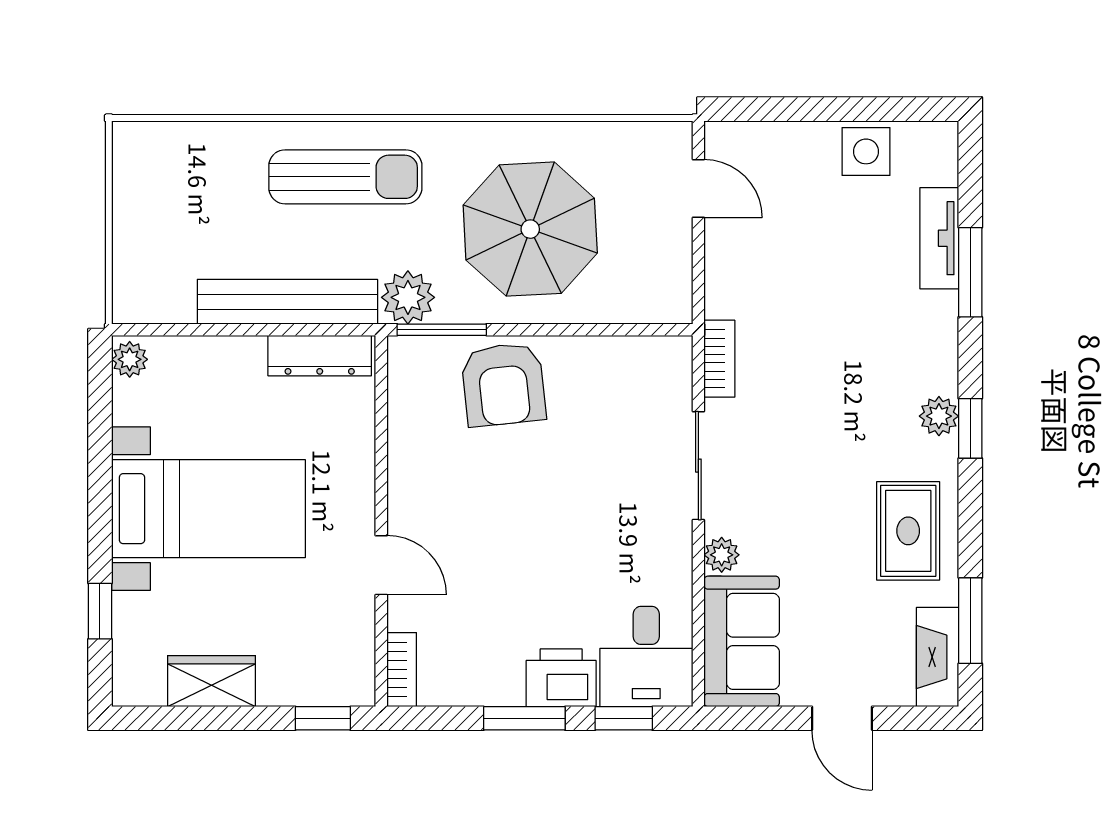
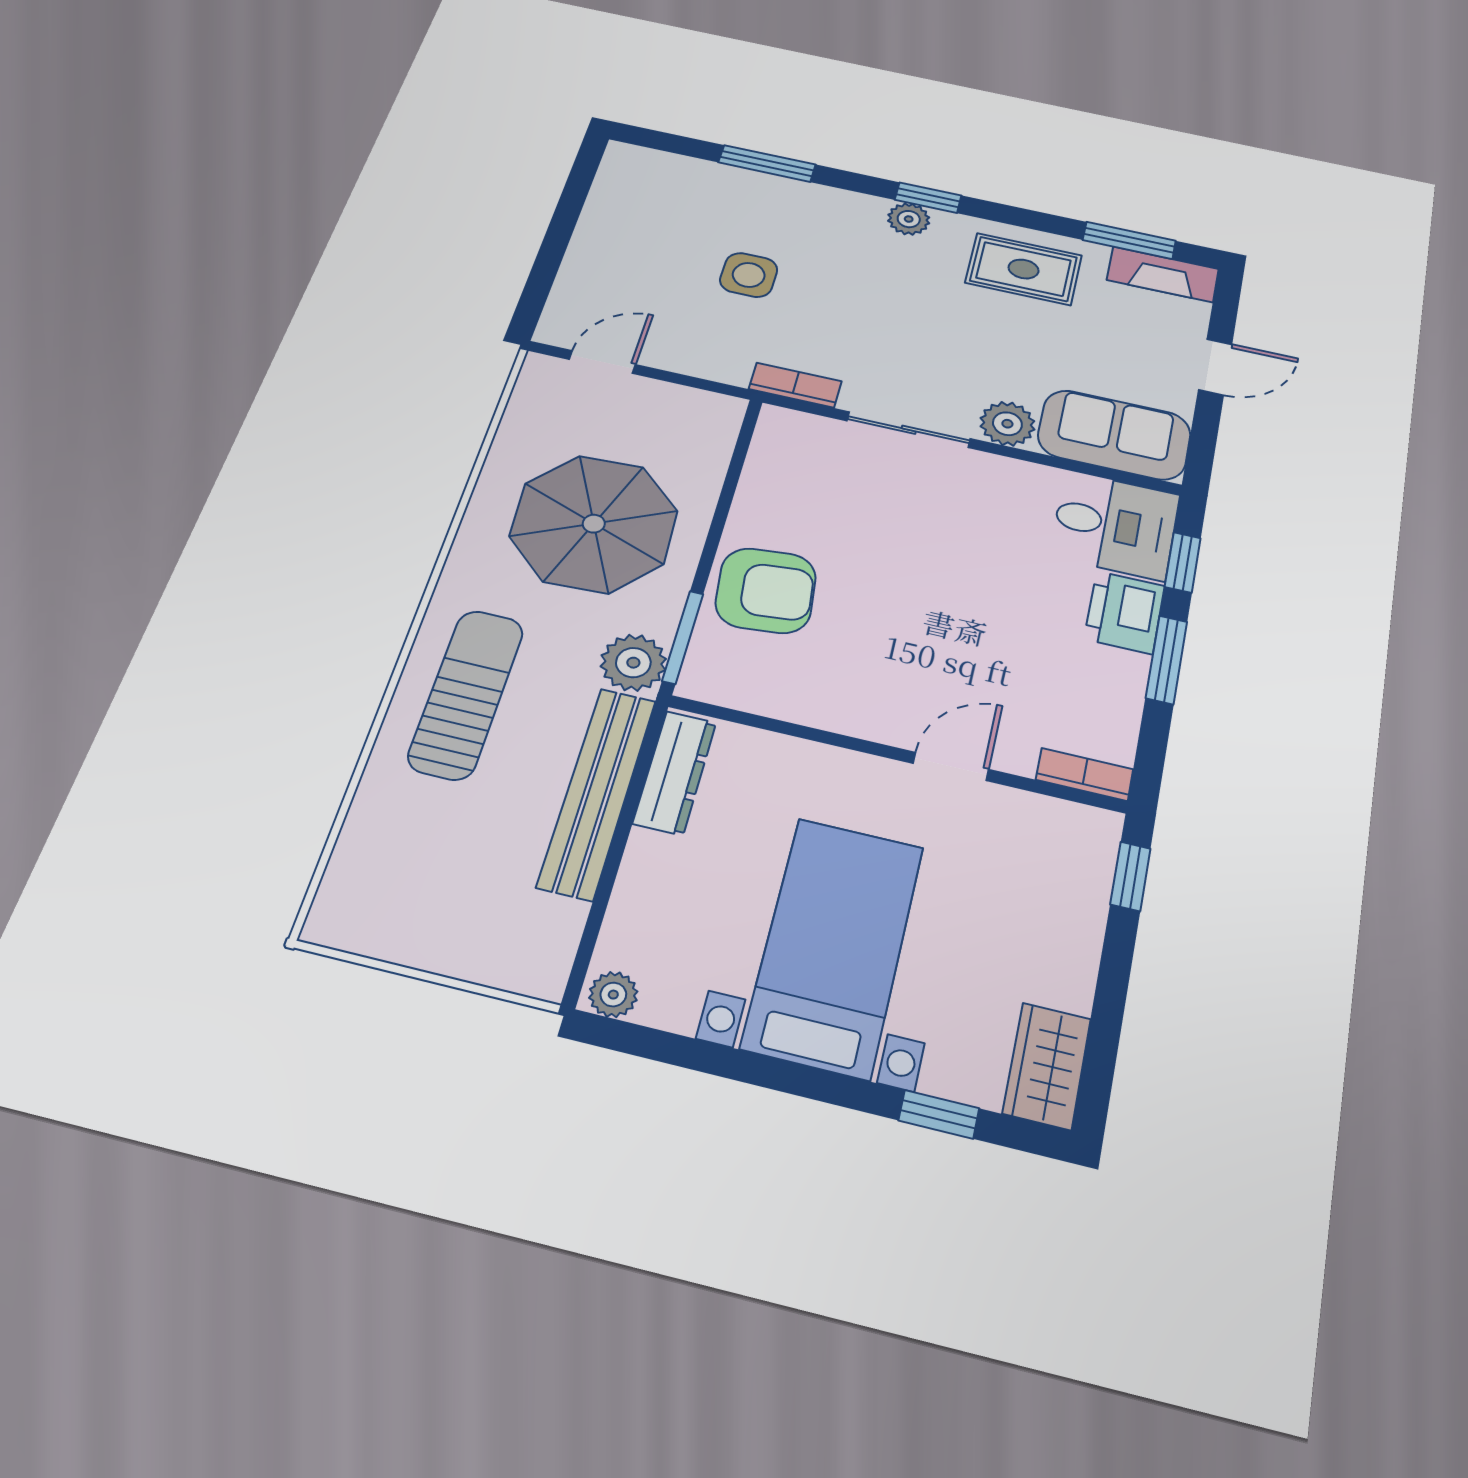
side table: (866, 151) -> (749, 275), moved
tv unit: (939, 238) -> (724, 179), removed
plant: (722, 555) -> (1007, 424), width x1.38, depth x1.38
wardrobe: (211, 681) -> (1047, 1066), moved

